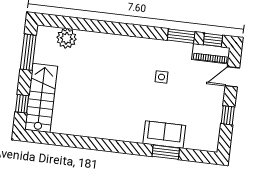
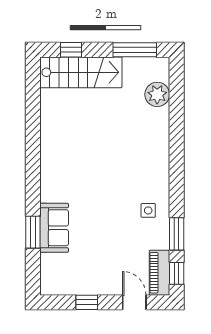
side table: (161, 77) -> (148, 210), moved

